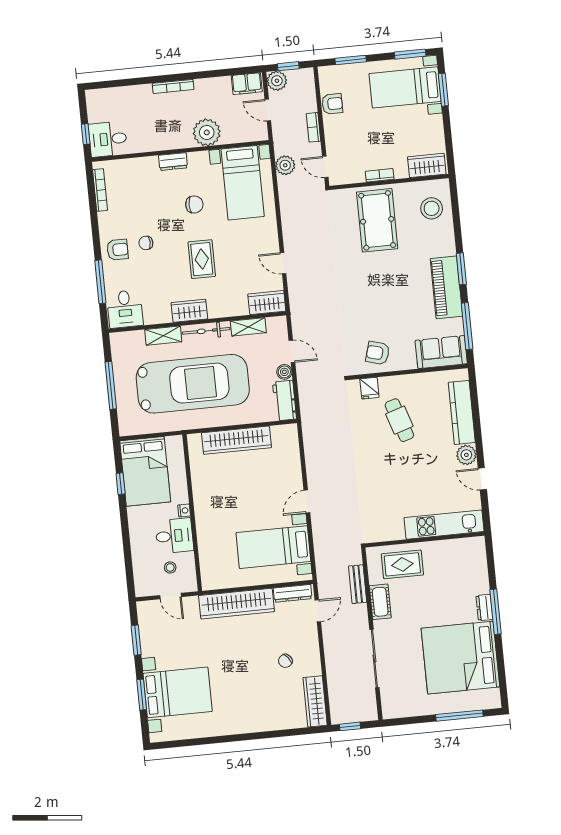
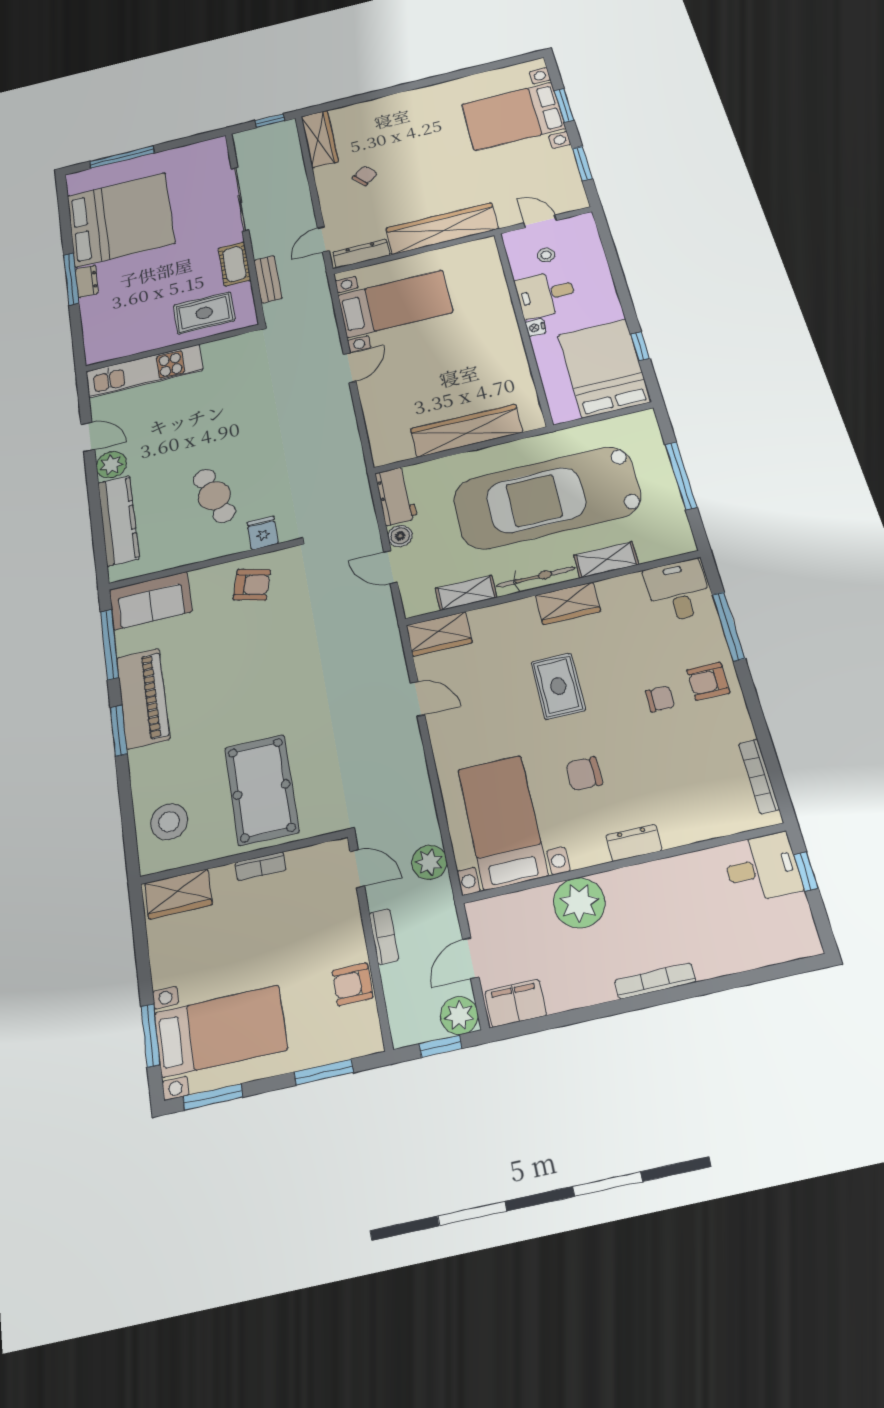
door: (268, 110) -> (471, 958), swing flipped

